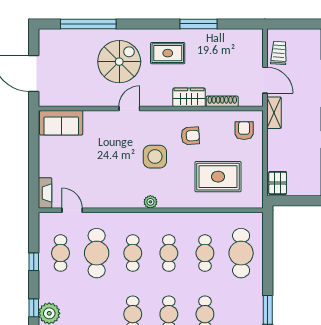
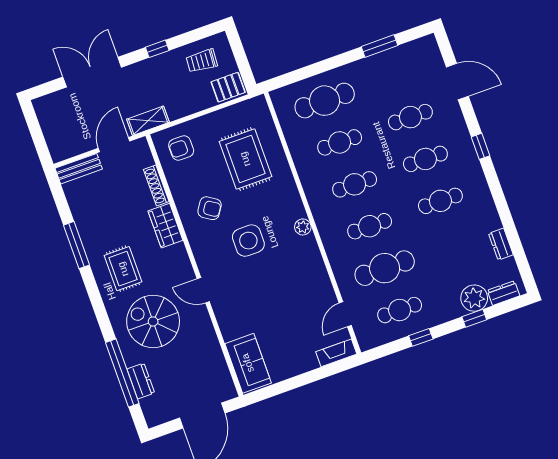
dresser: (77, 36) -> (141, 381), added
bench: (256, 47) -> (79, 169), added
trolley: (279, 53) -> (202, 61), moved
armchair: (190, 136) -> (210, 208), turned 126

